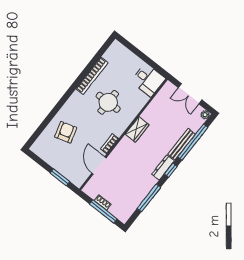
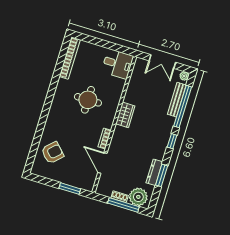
bookcase: (92, 76) -> (70, 58), moved
armchair: (66, 132) -> (52, 153), moved, turned 63
bench: (182, 144) -> (177, 100), moved
dresser: (163, 168) -> (154, 172), moved
window: (149, 198) -> (162, 175), width x0.69
plant: (120, 209) -> (138, 197), added

